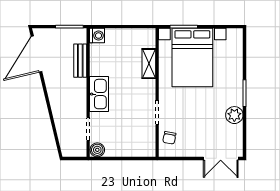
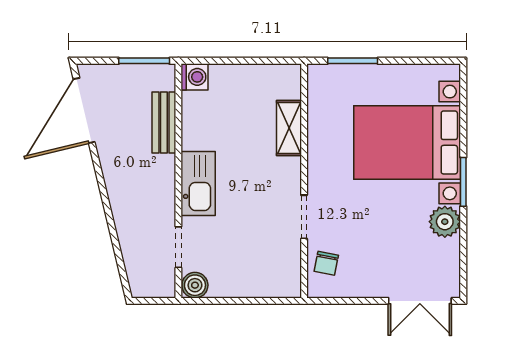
bed with nightstands: (192, 57) -> (407, 142), moved, turned 90

